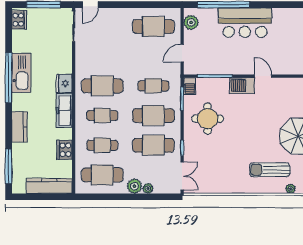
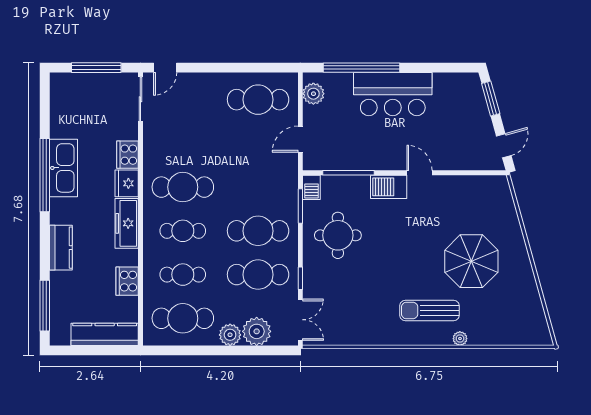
cooker: (19, 20) -> (128, 155), moved, turned 180
cafe table: (153, 86) -> (258, 187), removed
plant: (148, 188) -> (257, 331), width x1.87, depth x1.87

